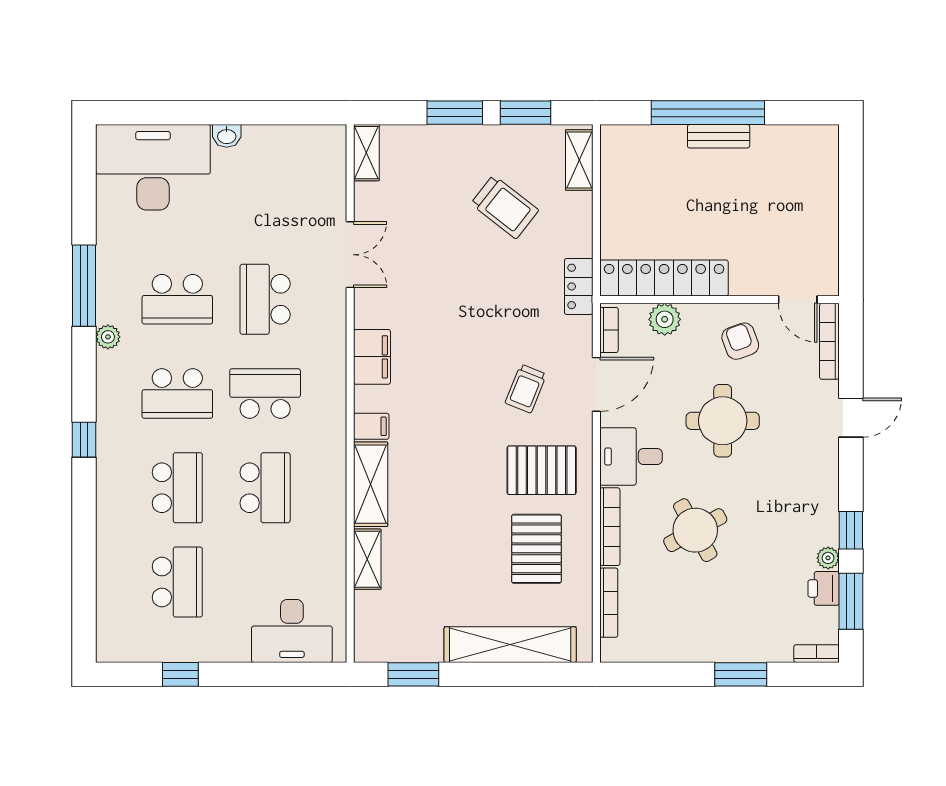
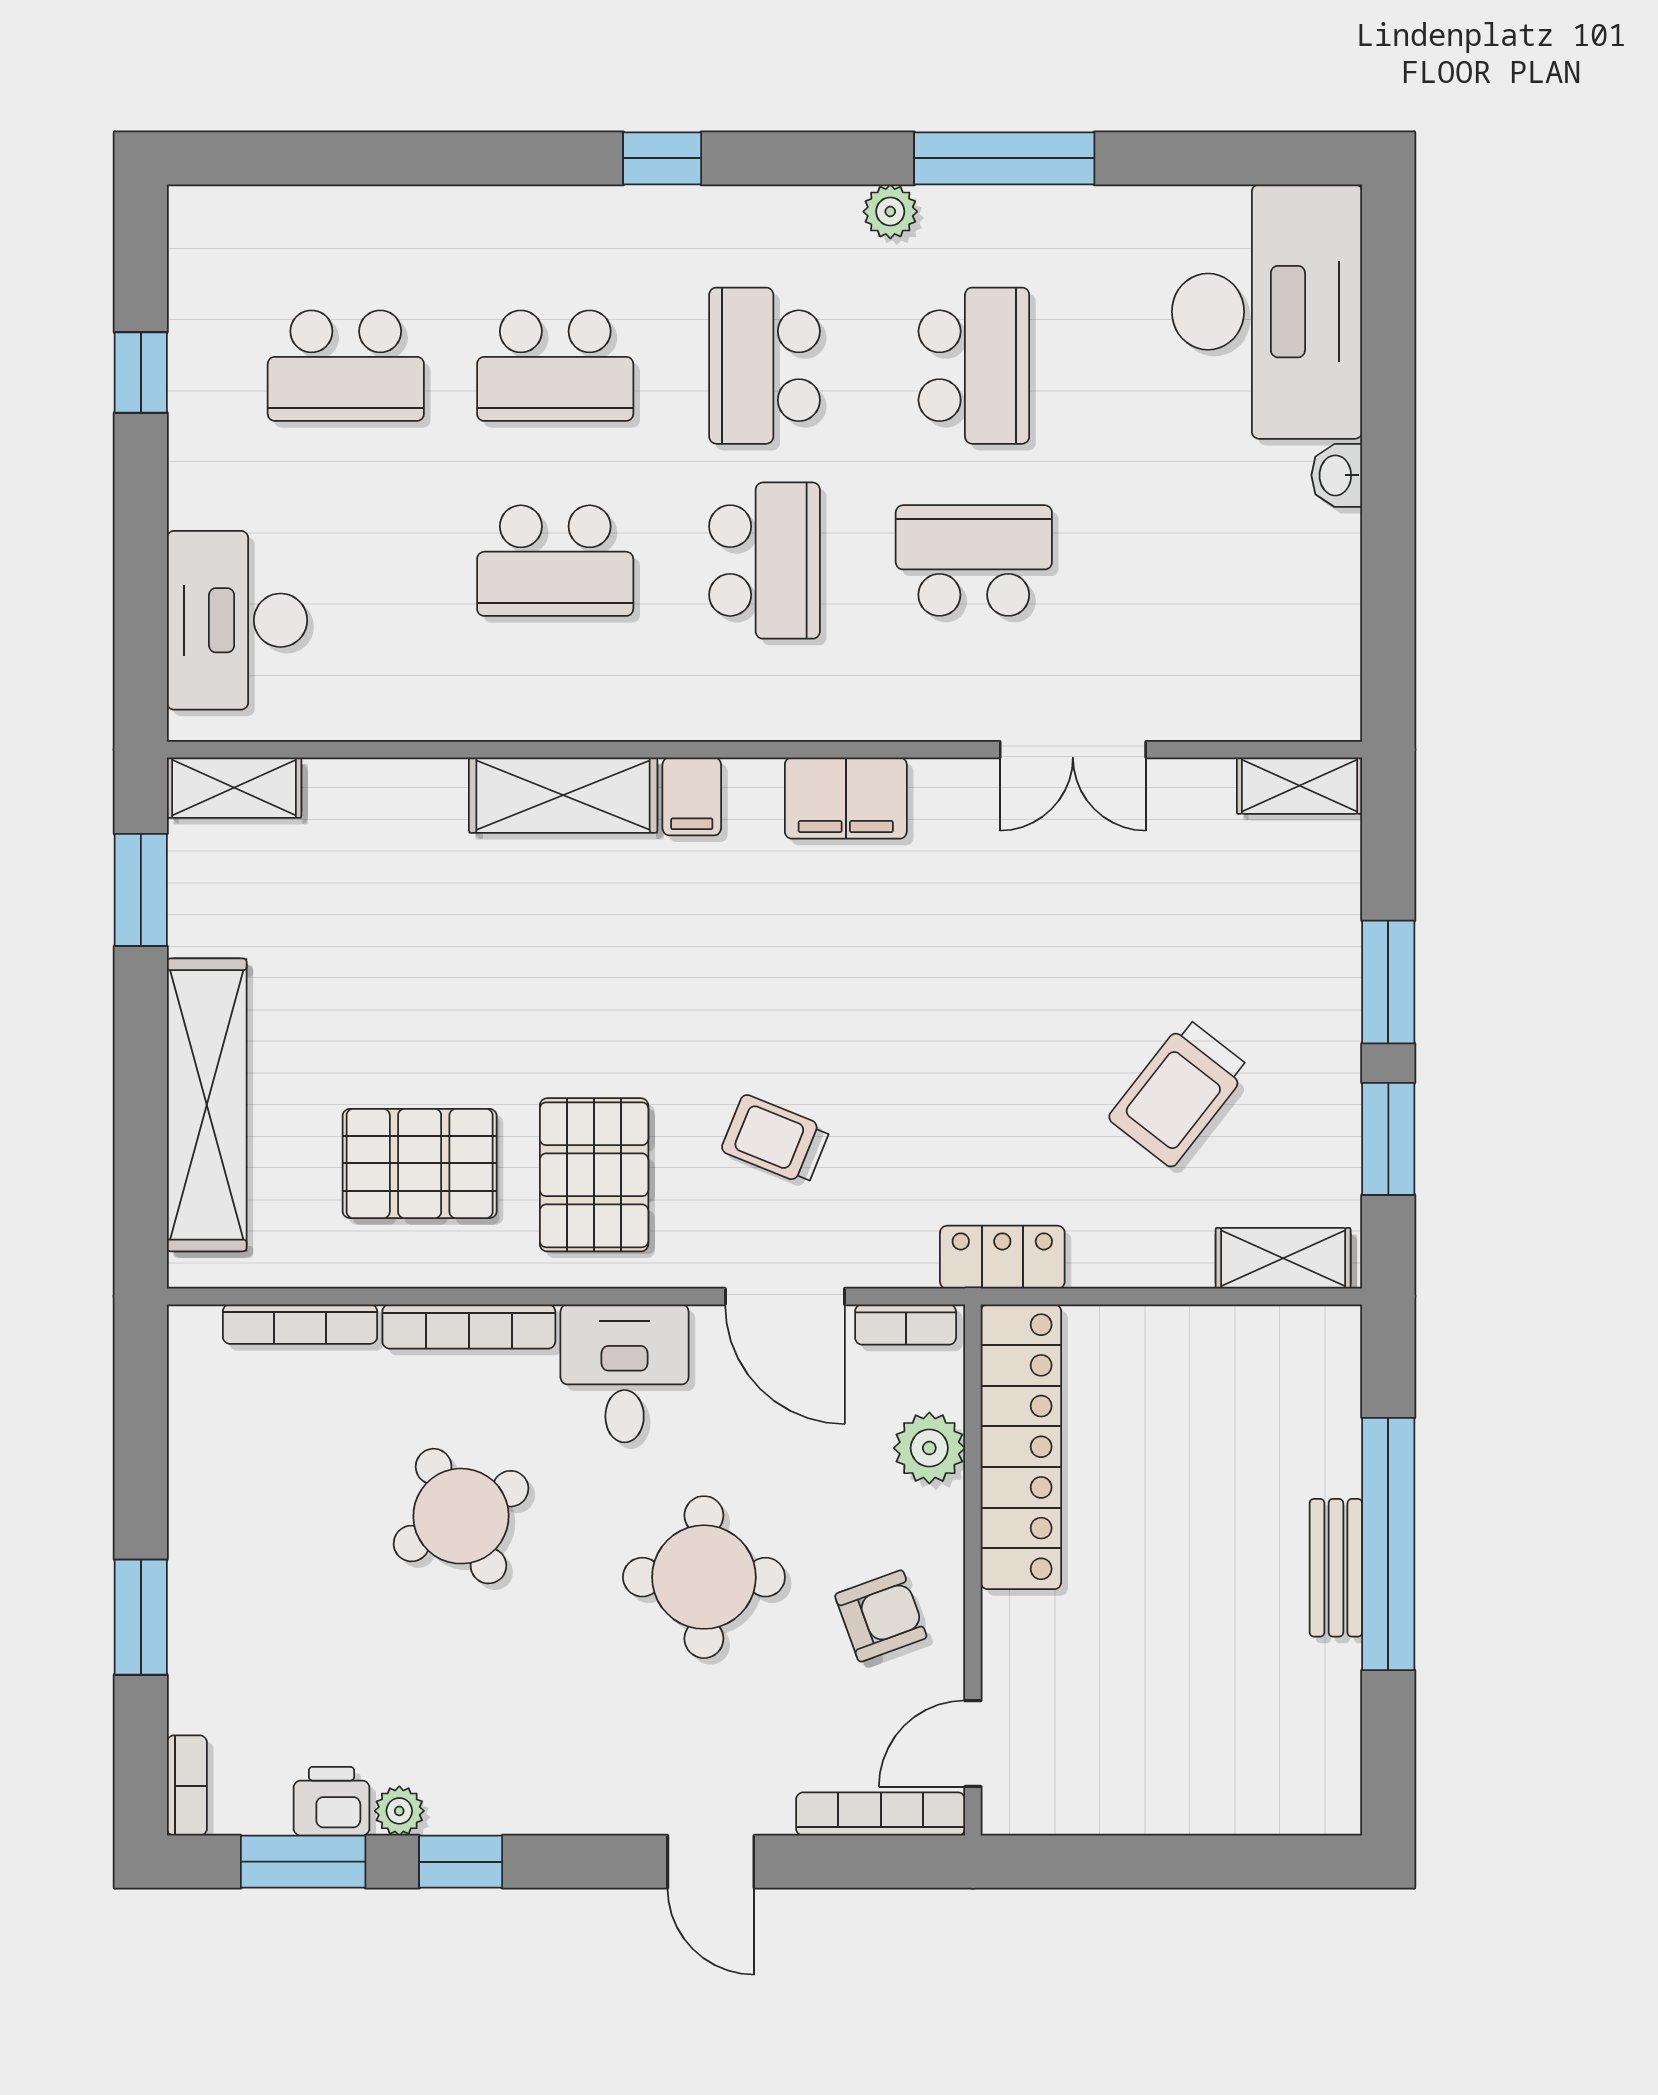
school desk: (177, 299) -> (974, 366), turned 180
shelving: (367, 559) -> (234, 788), moved

